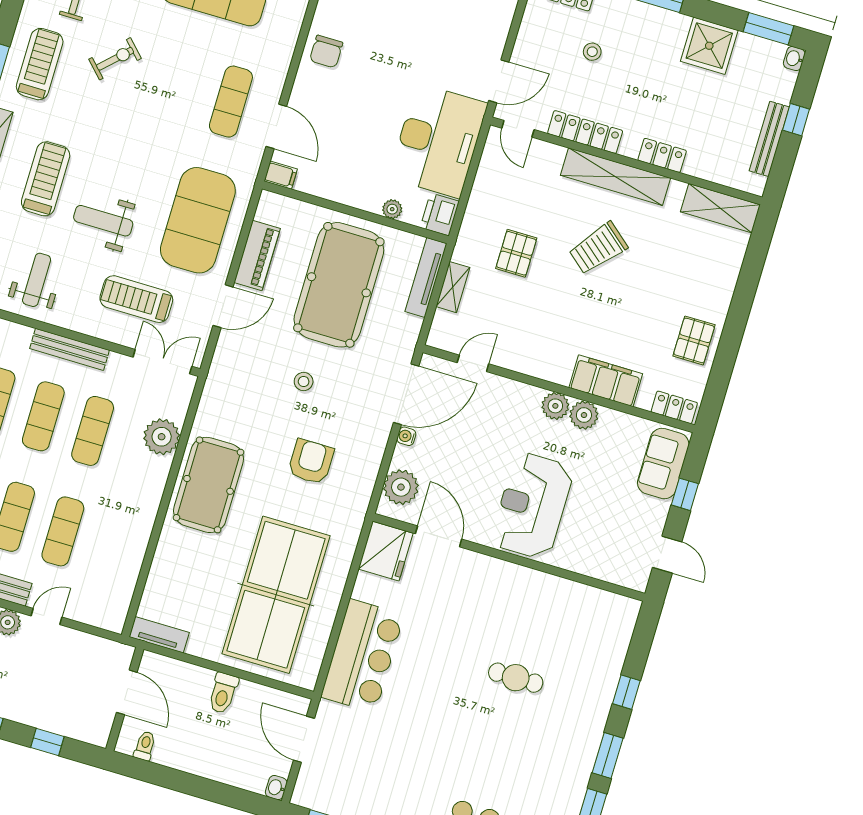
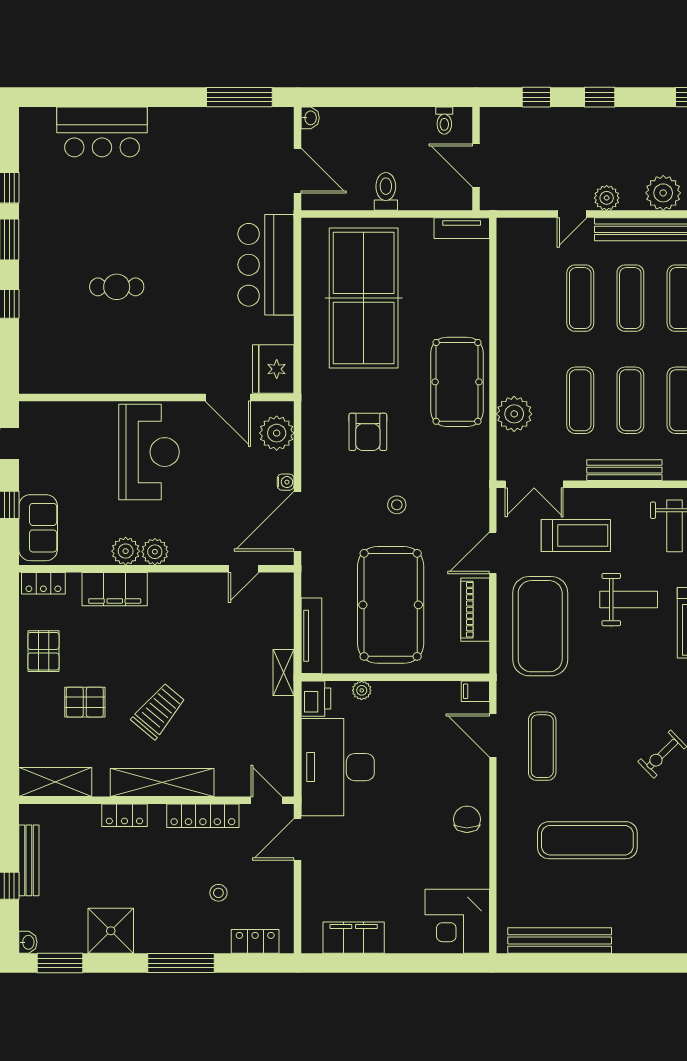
pallet: (516, 253) -> (85, 702), moved, turned 90
shelving: (453, 287) -> (284, 673), moved

